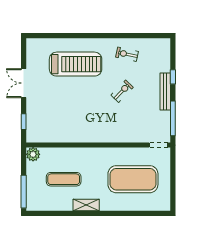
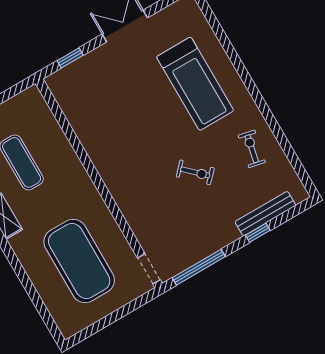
bench: (165, 91) -> (265, 214), moved
plant: (33, 154) -> (31, 98), removed

